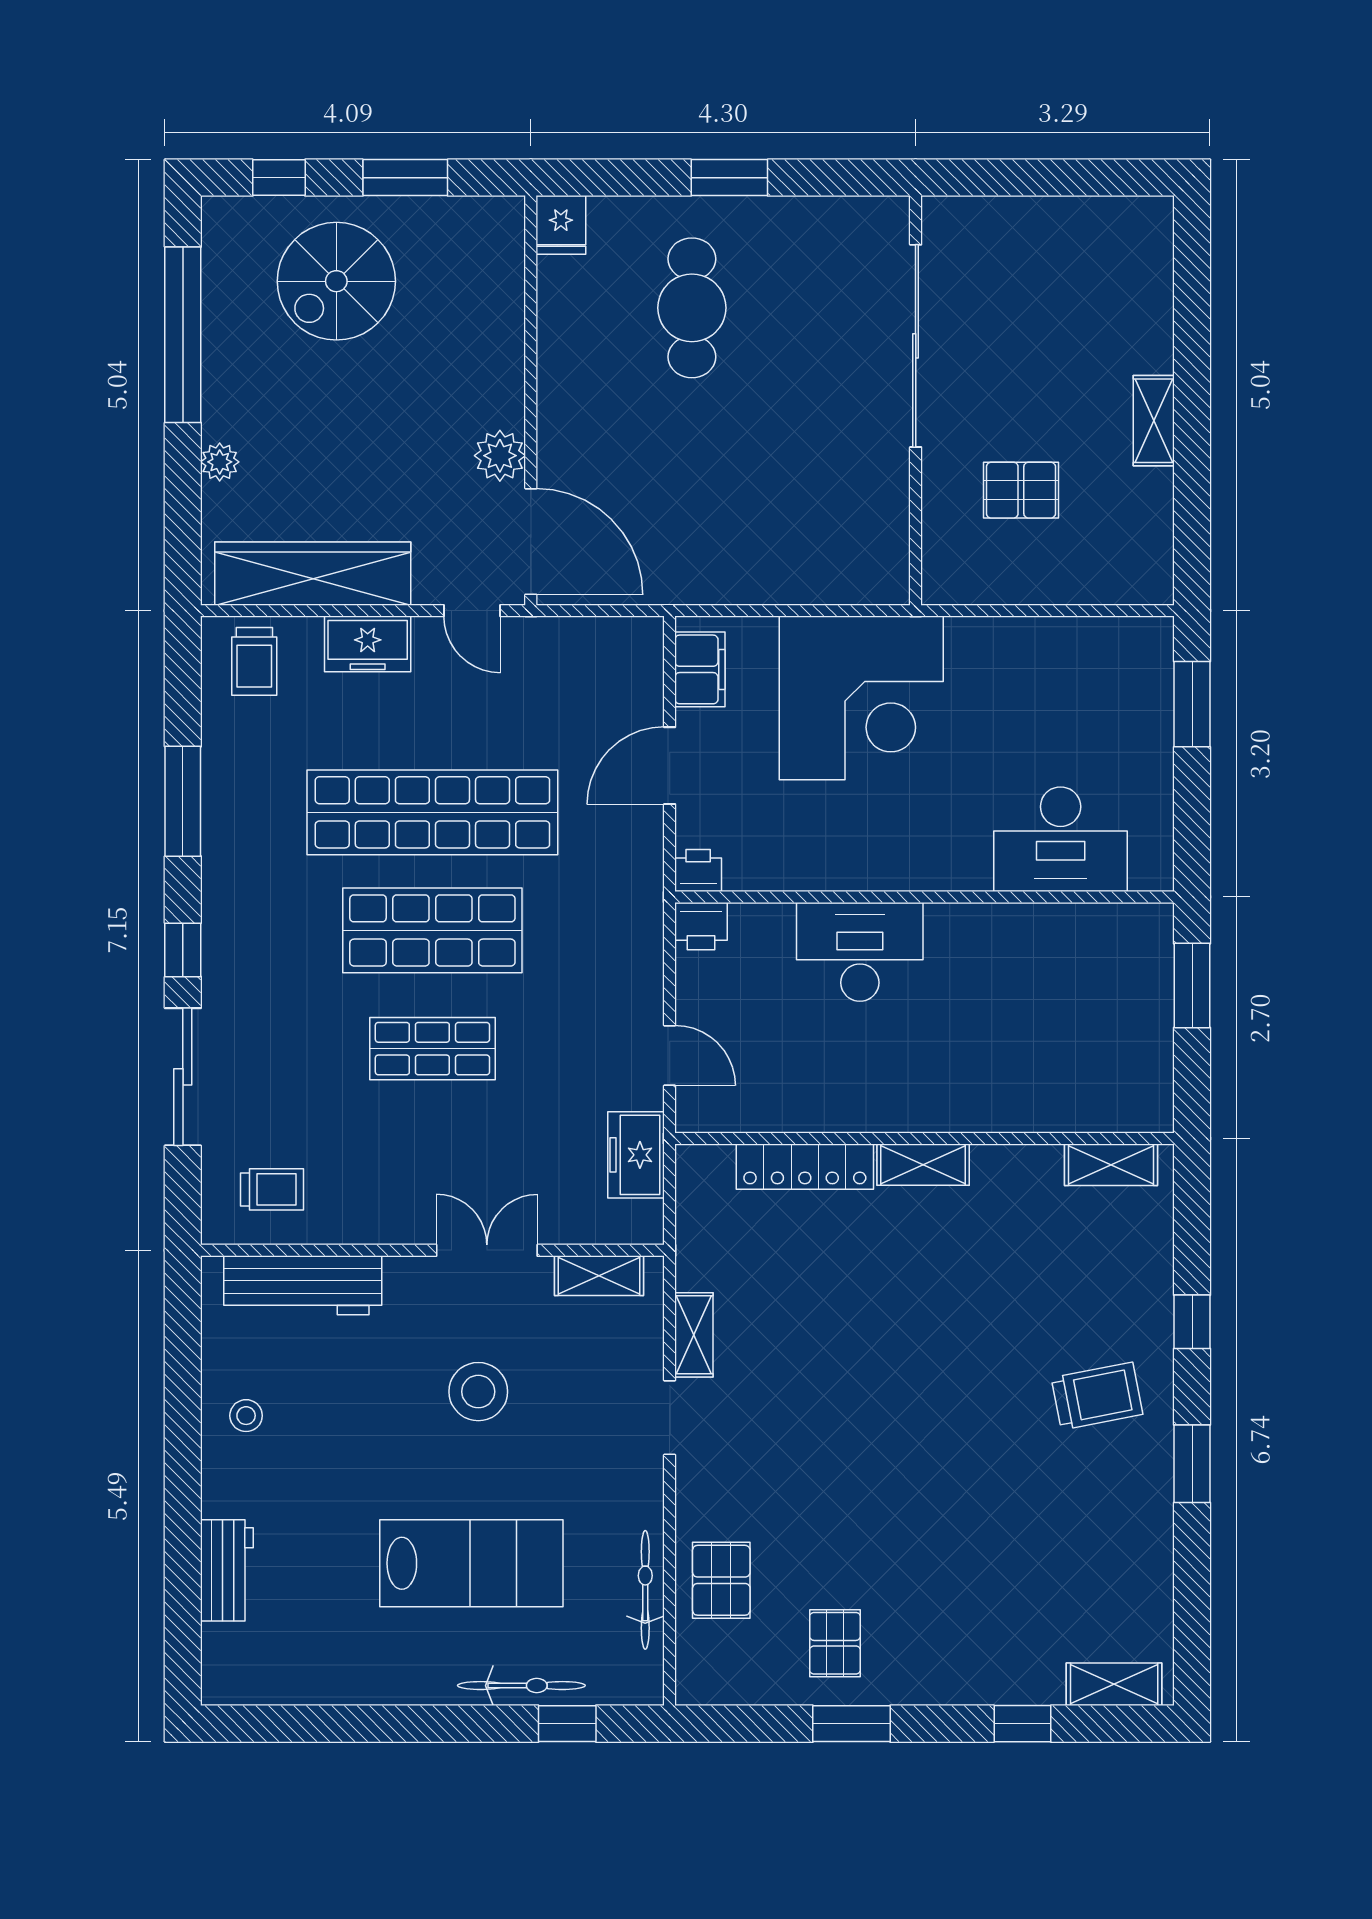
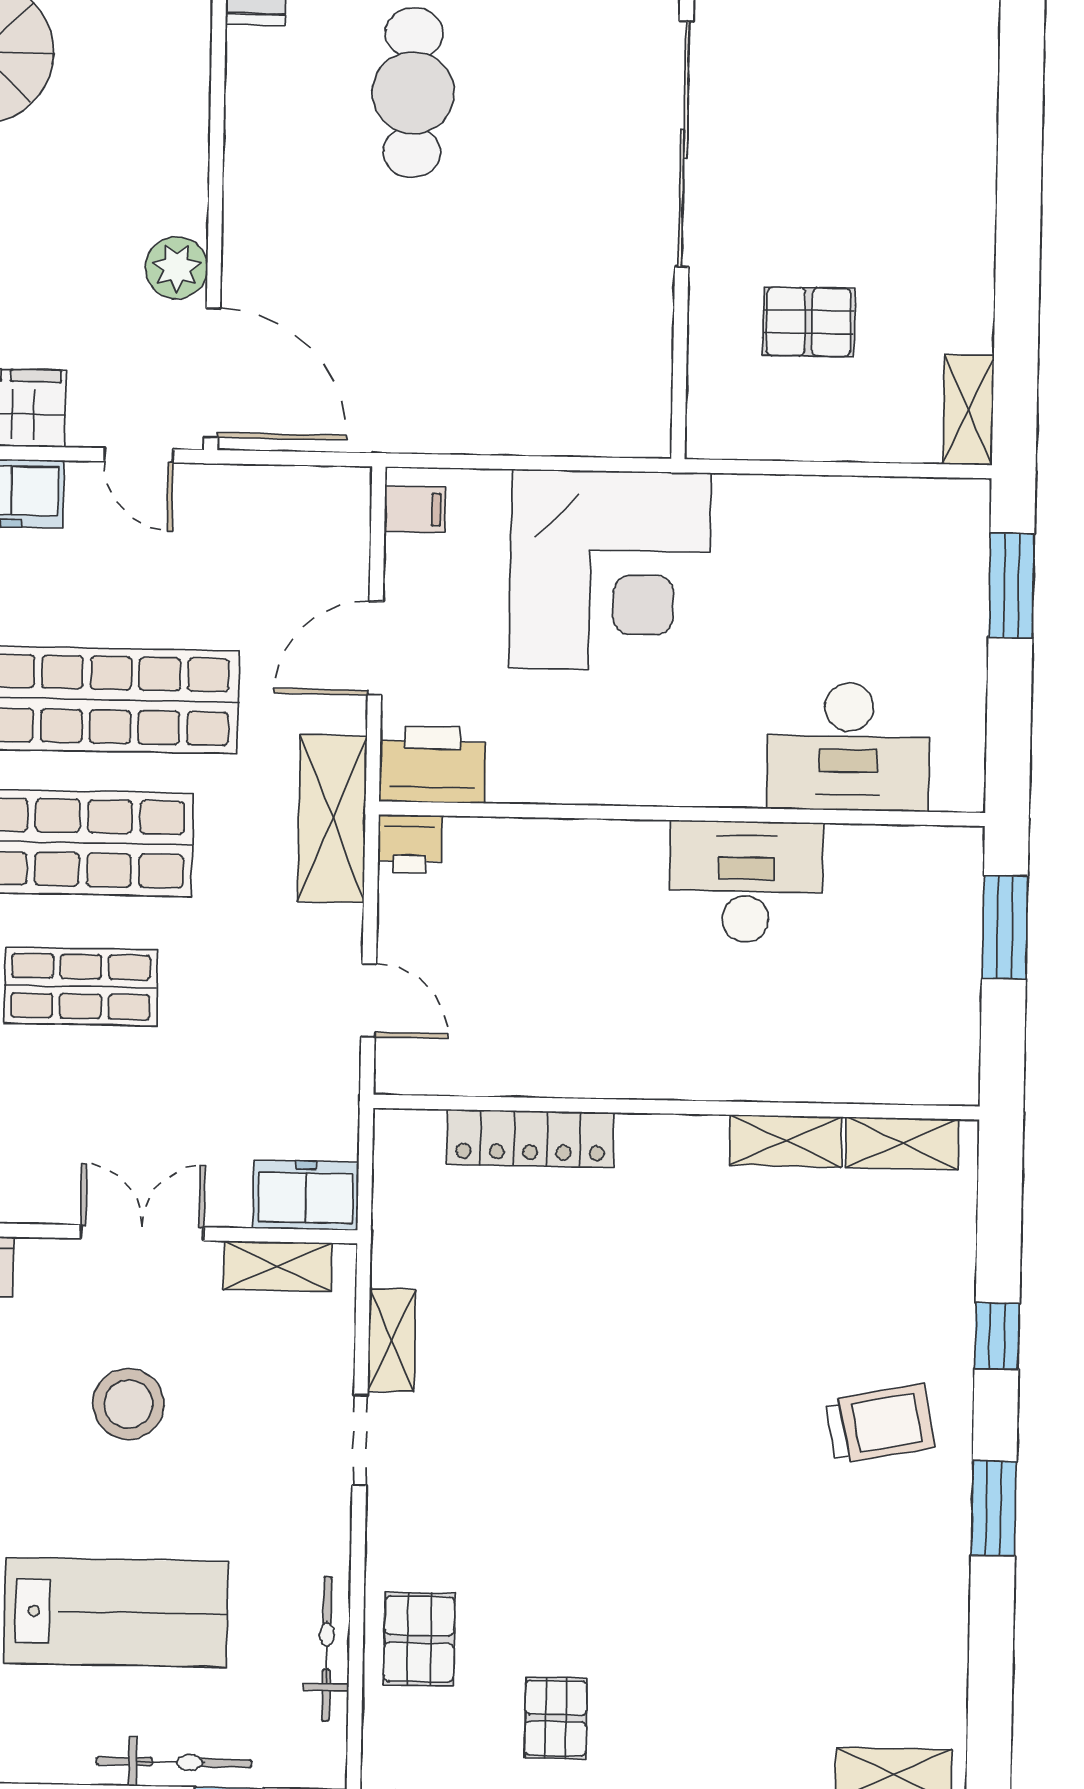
shelving: (1154, 421) -> (968, 410), moved
filing cabinet: (700, 669) -> (415, 509), width x0.50
printer: (698, 870) -> (432, 764), width x1.87, depth x1.48
shelving: (637, 907) -> (332, 819), added
desk: (860, 952) -> (746, 882), moved
freezer: (636, 1155) -> (306, 1195), moved, turned 90
shelving: (923, 1165) -> (786, 1141), moved

